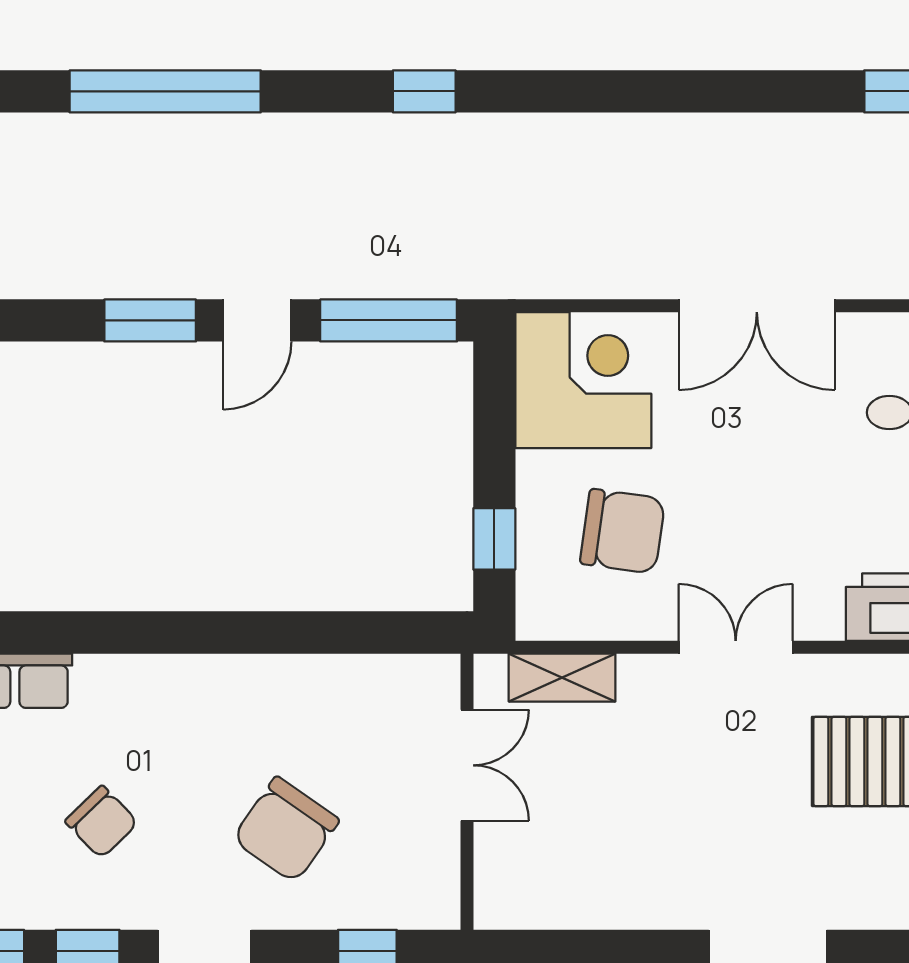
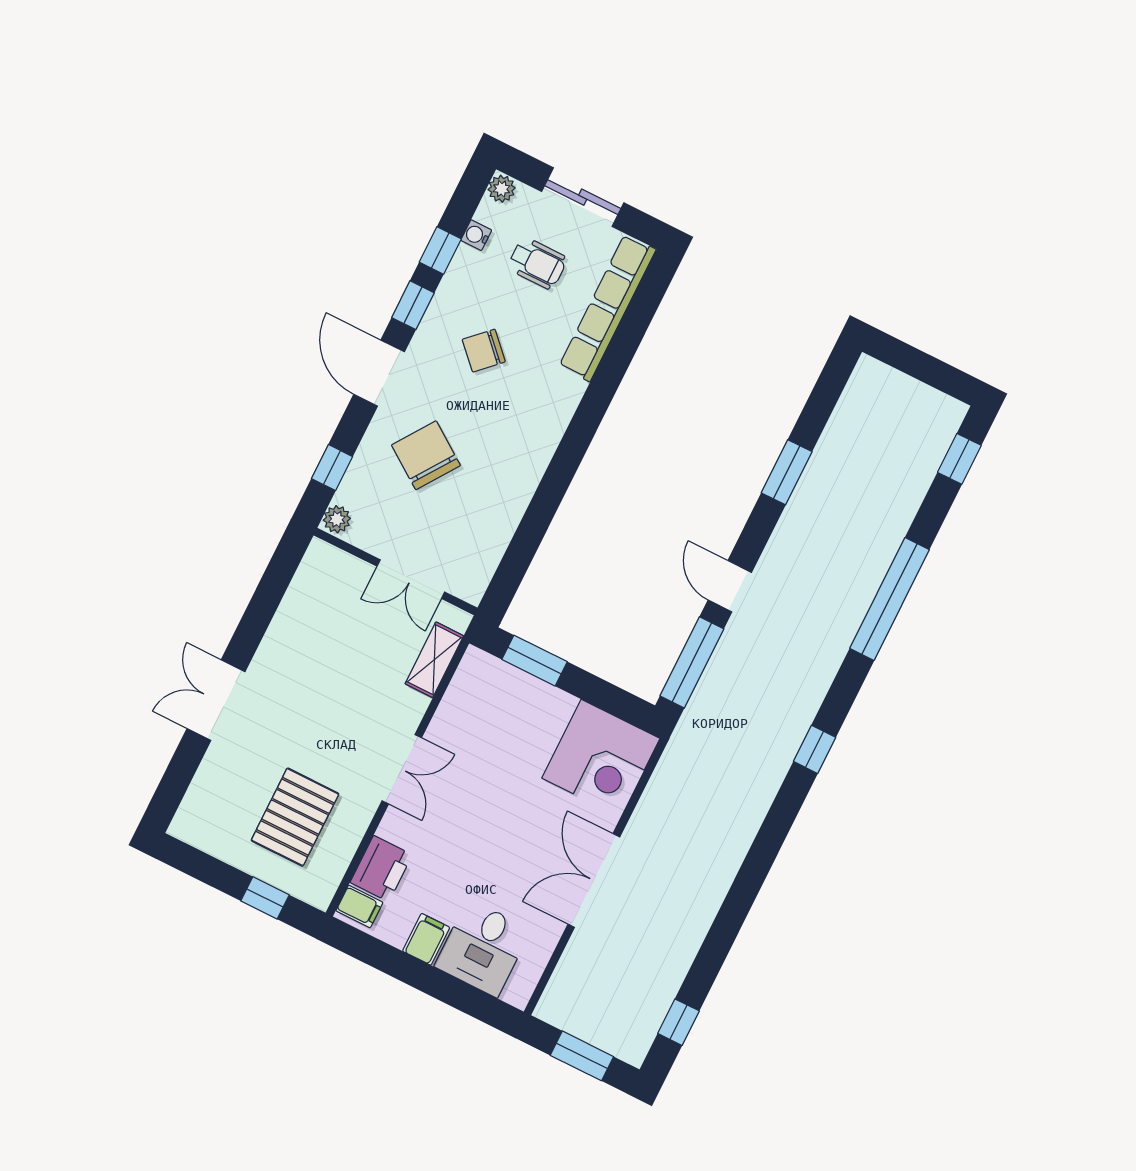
window: (150, 320) -> (787, 472), moved
chair: (623, 531) -> (502, 737), removed
window: (494, 539) -> (534, 661), width x1.50
plant: (435, 909) -> (337, 519), added

